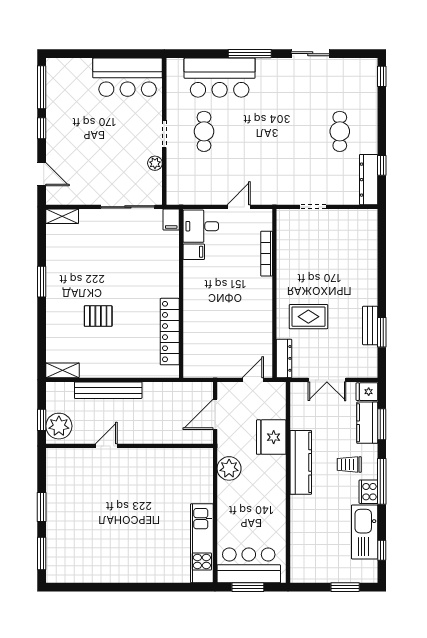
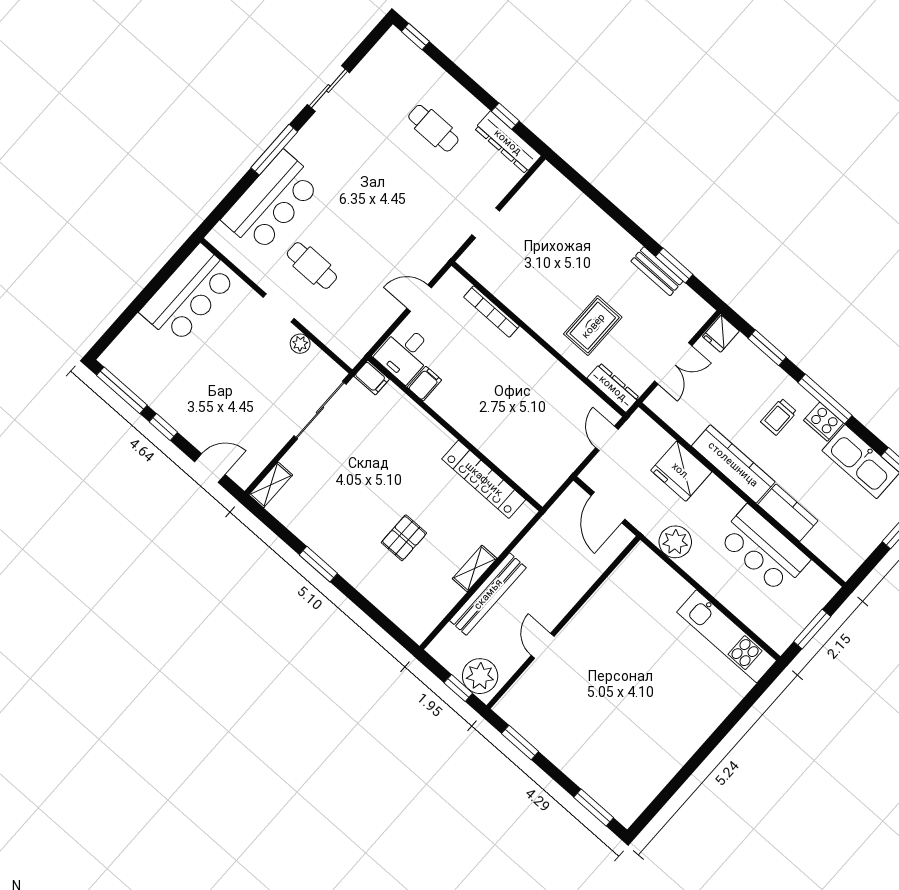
door: (239, 207) -> (419, 298), hinge flipped
shelving: (62, 370) -> (475, 568), moved
kitchen counter: (367, 423) -> (788, 513), moved, turned 180
window: (42, 507) -> (520, 743), moved
bar counter: (249, 565) -> (764, 549), moved, turned -90

